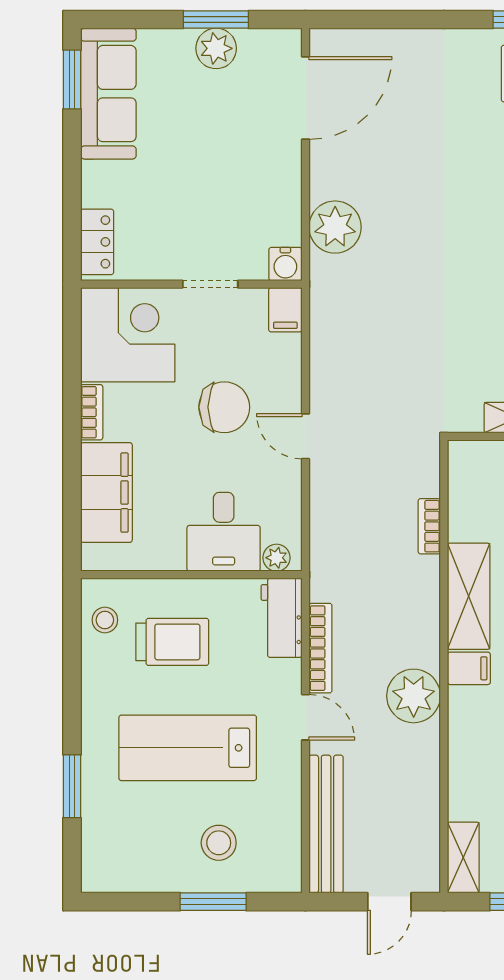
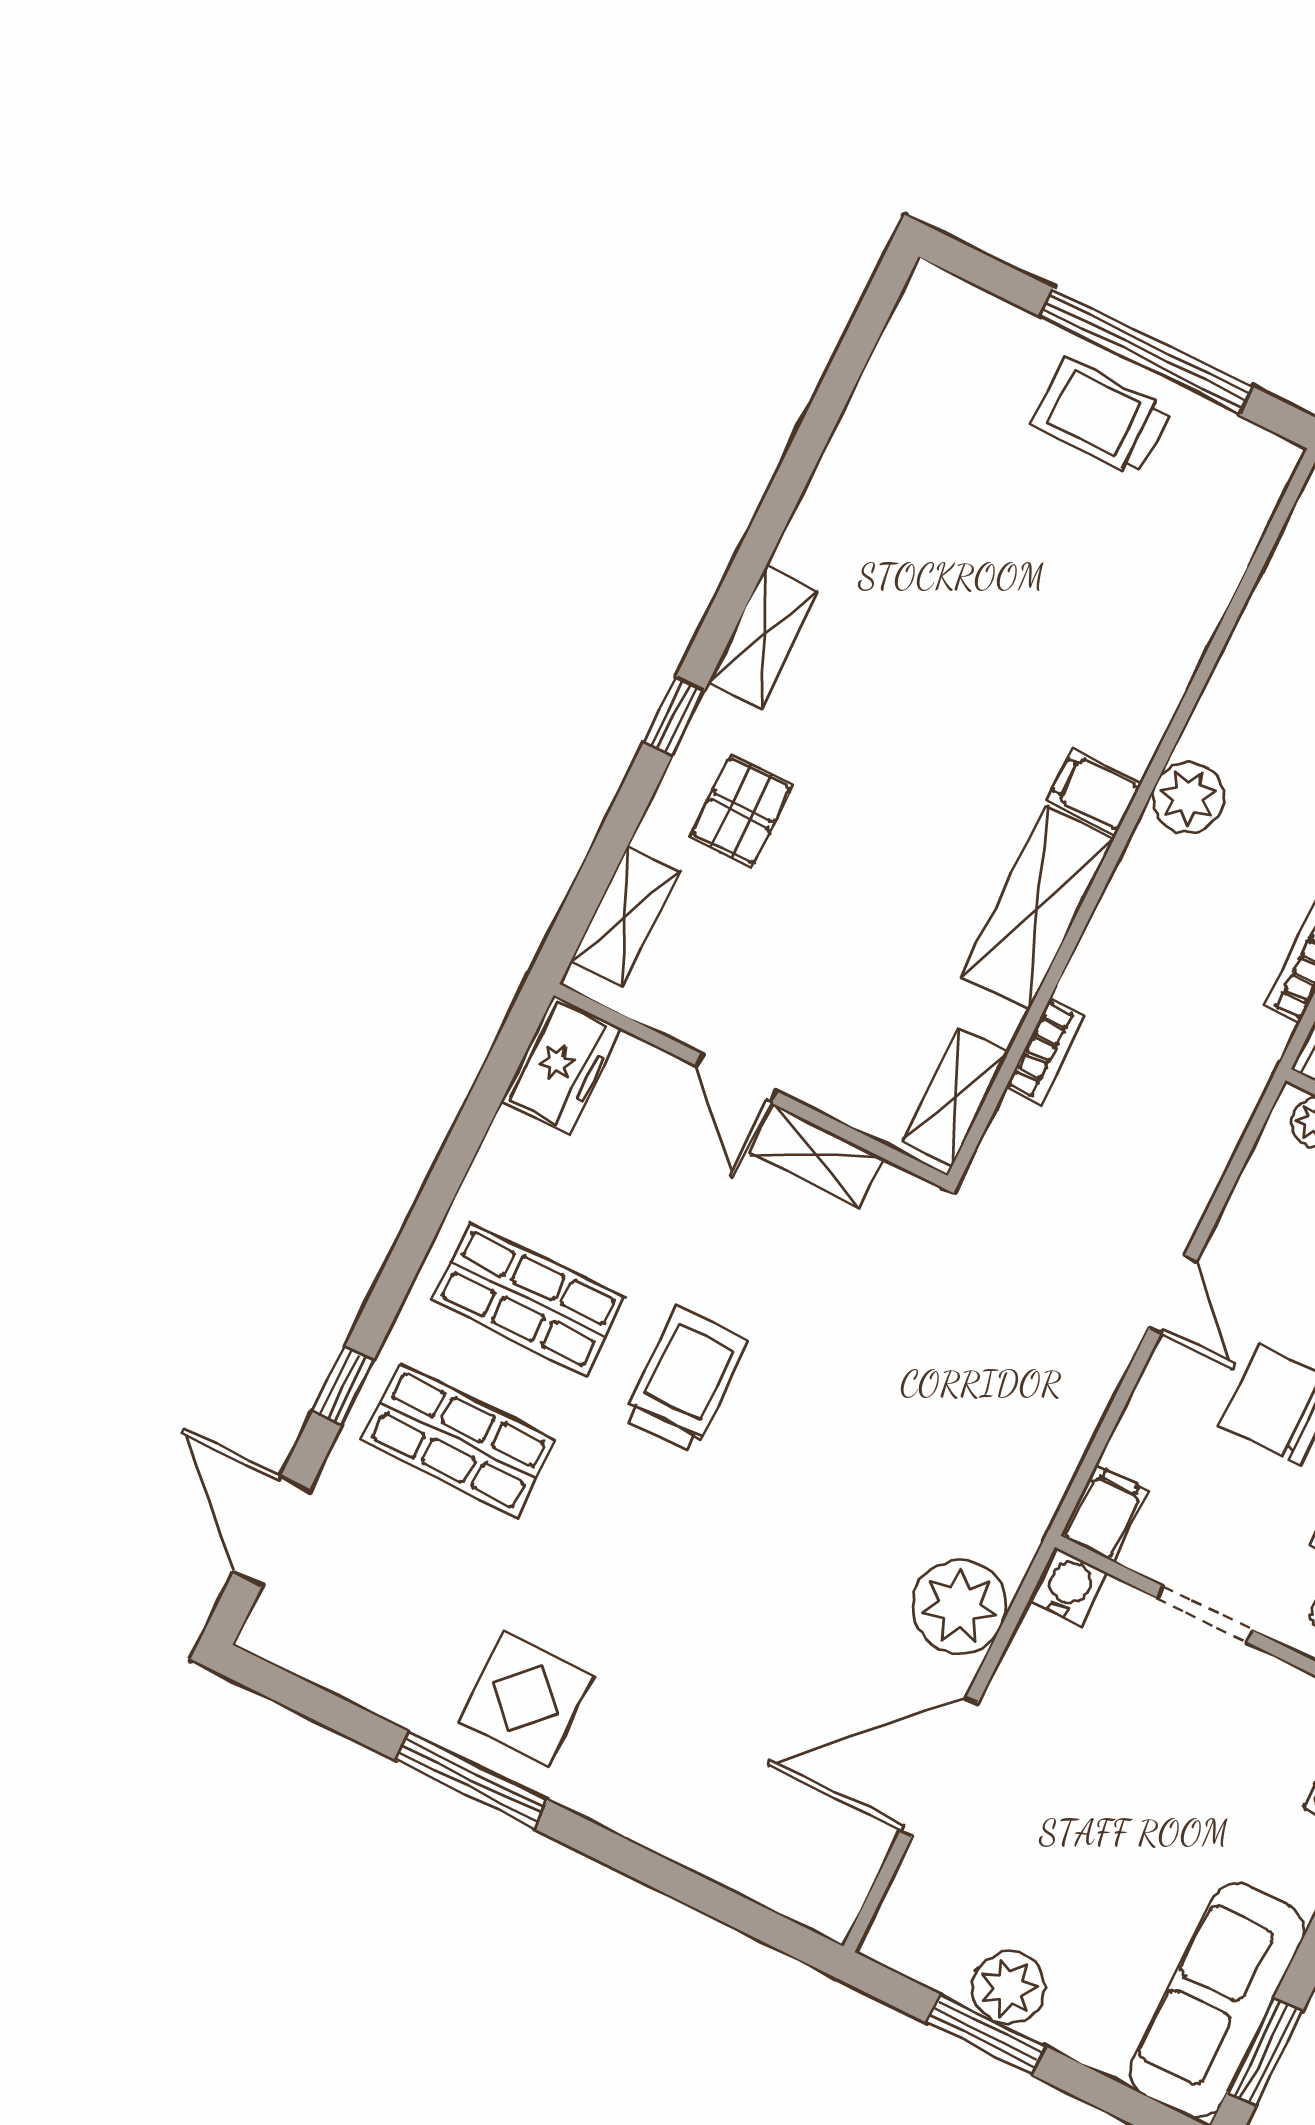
door: (305, 98) -> (939, 1767), moved
plant: (414, 696) -> (1188, 797), width x0.73, depth x0.73
shelving: (463, 858) -> (955, 1096), moved

